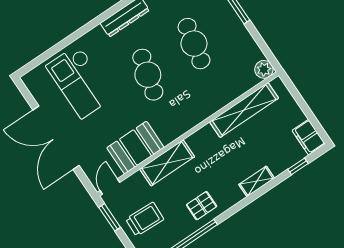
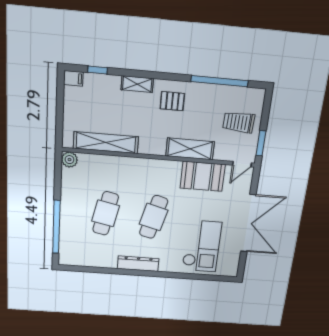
filing cabinet: (308, 137) -> (73, 78), width x0.50
pallet: (202, 206) -> (172, 101), moved

